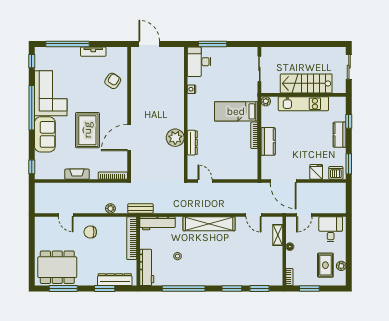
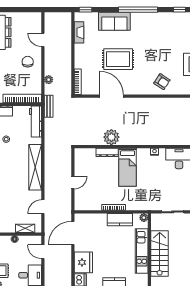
corner sofa: (51, 93) -> (151, 27), removed
bed: (236, 111) -> (128, 167), moved, turned 180
kitchen counter: (268, 141) -> (120, 220), moved
fridge: (316, 172) -> (83, 262), width x1.88, depth x1.34
fireplace: (77, 174) -> (79, 32), moved
door: (205, 181) -> (73, 183), moved
door: (66, 215) -> (43, 40), hinge flipped

